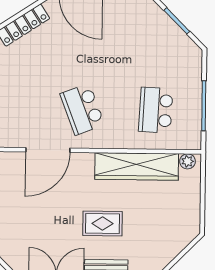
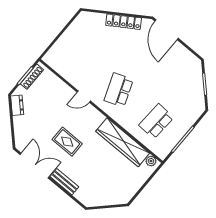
door: (48, 150) -> (84, 97), width x0.53
rug: (103, 224) -> (67, 142), moved

